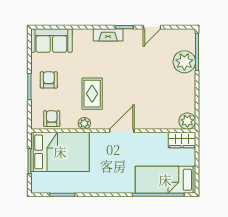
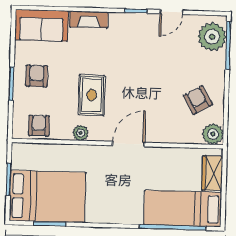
fireplace: (108, 35) -> (89, 19), moved
plant: (184, 62) -> (212, 37), moved
armchair: (175, 95) -> (198, 100), added
wardrobe: (182, 140) -> (212, 173), moved, turned 90
bed: (60, 152) -> (47, 197), moved

